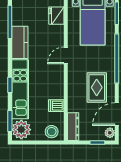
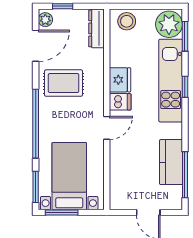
fridge: (56, 16) -> (120, 80), moved
kitchen counter: (20, 42) -> (171, 162), moved
rug: (97, 87) -> (64, 83), turned 90
dishwasher: (56, 106) -> (120, 102), moved

